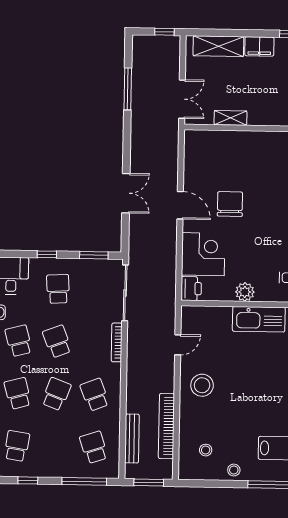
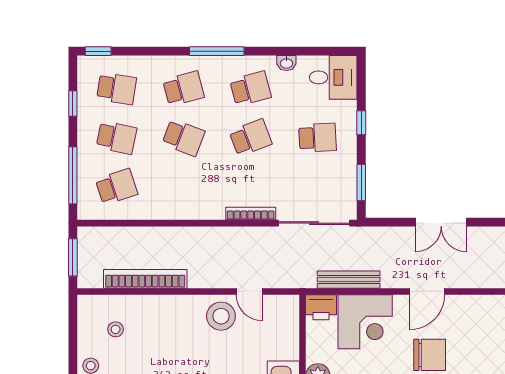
stool: (202, 385) -> (221, 316), moved
school desk: (95, 395) -> (117, 138), moved, turned 33
bench: (132, 438) -> (349, 280), moved

